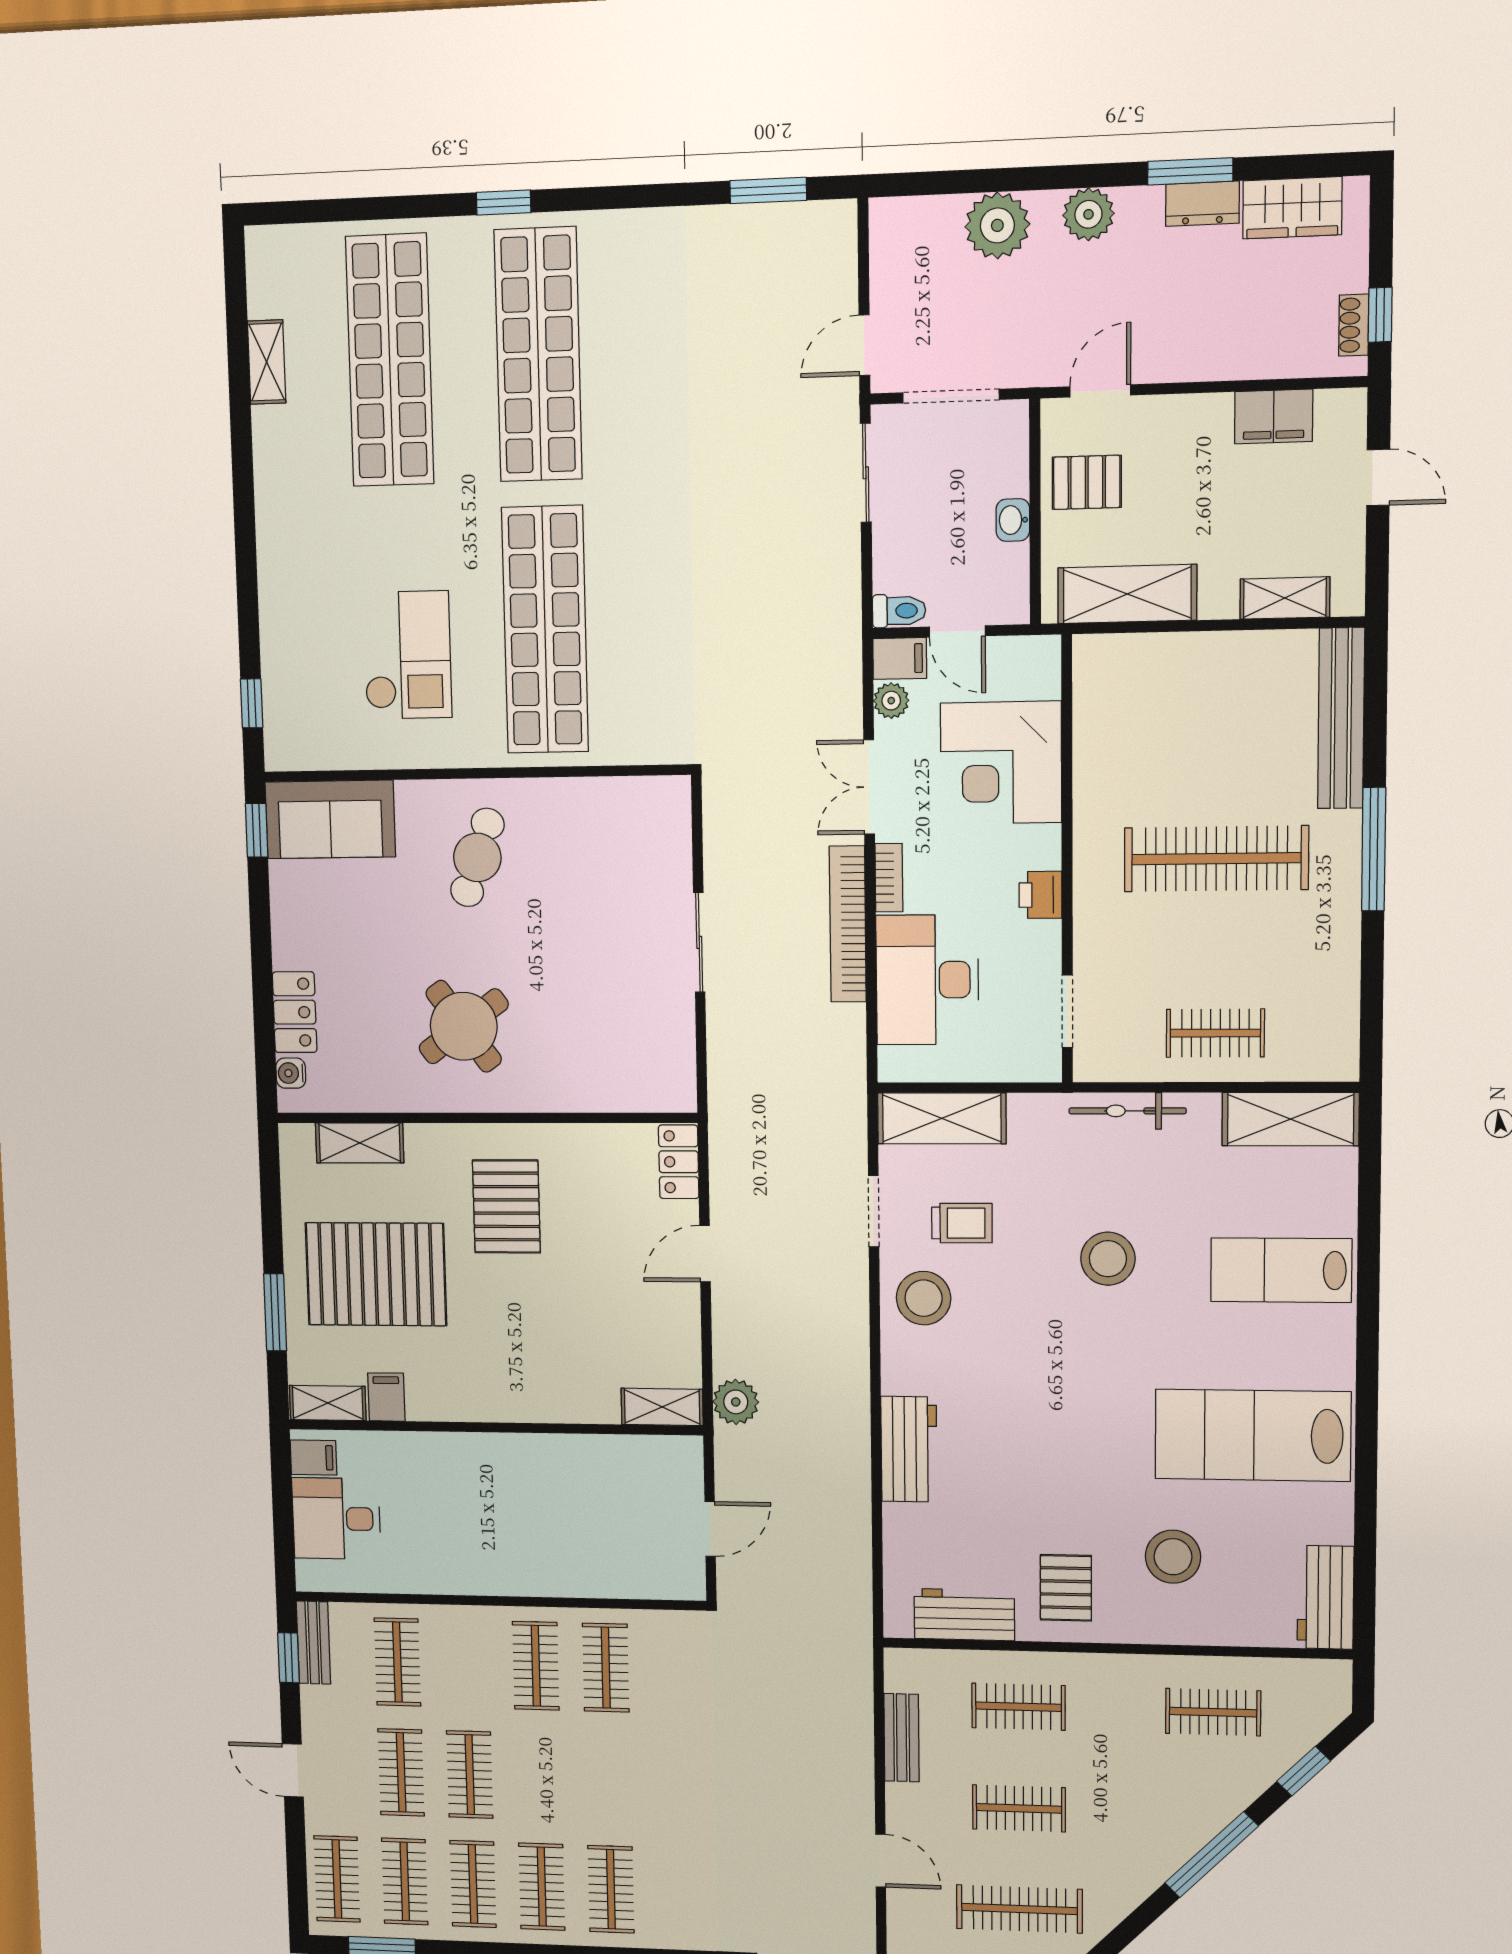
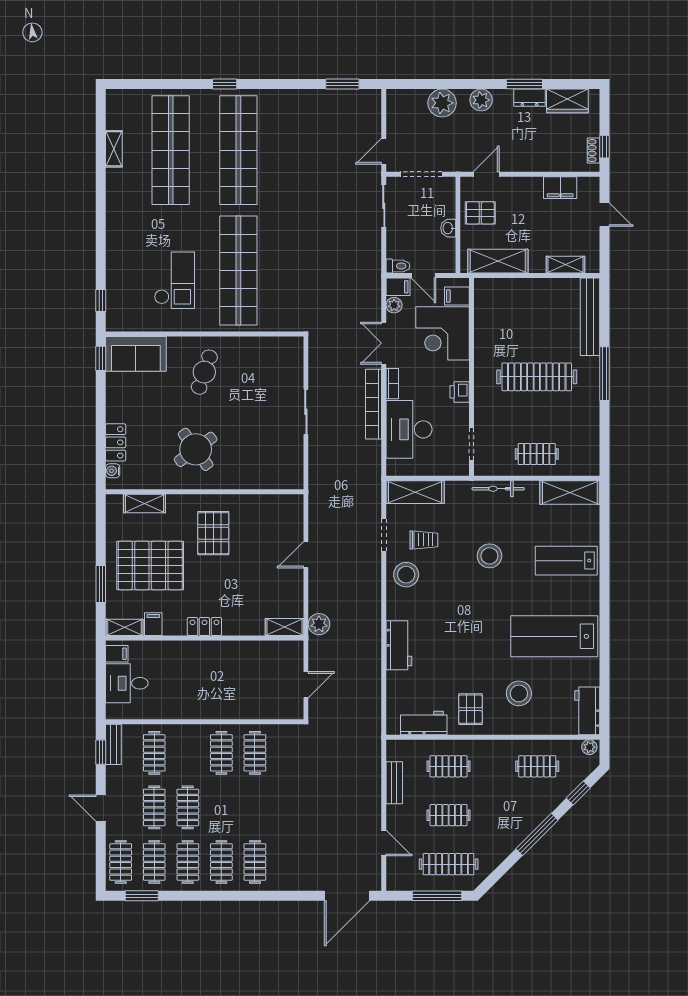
filing cabinet: (1033, 677) -> (457, 296), added
locker: (679, 1162) -> (204, 627), moved, turned 90
plant: (1329, 1675) -> (589, 747), added

